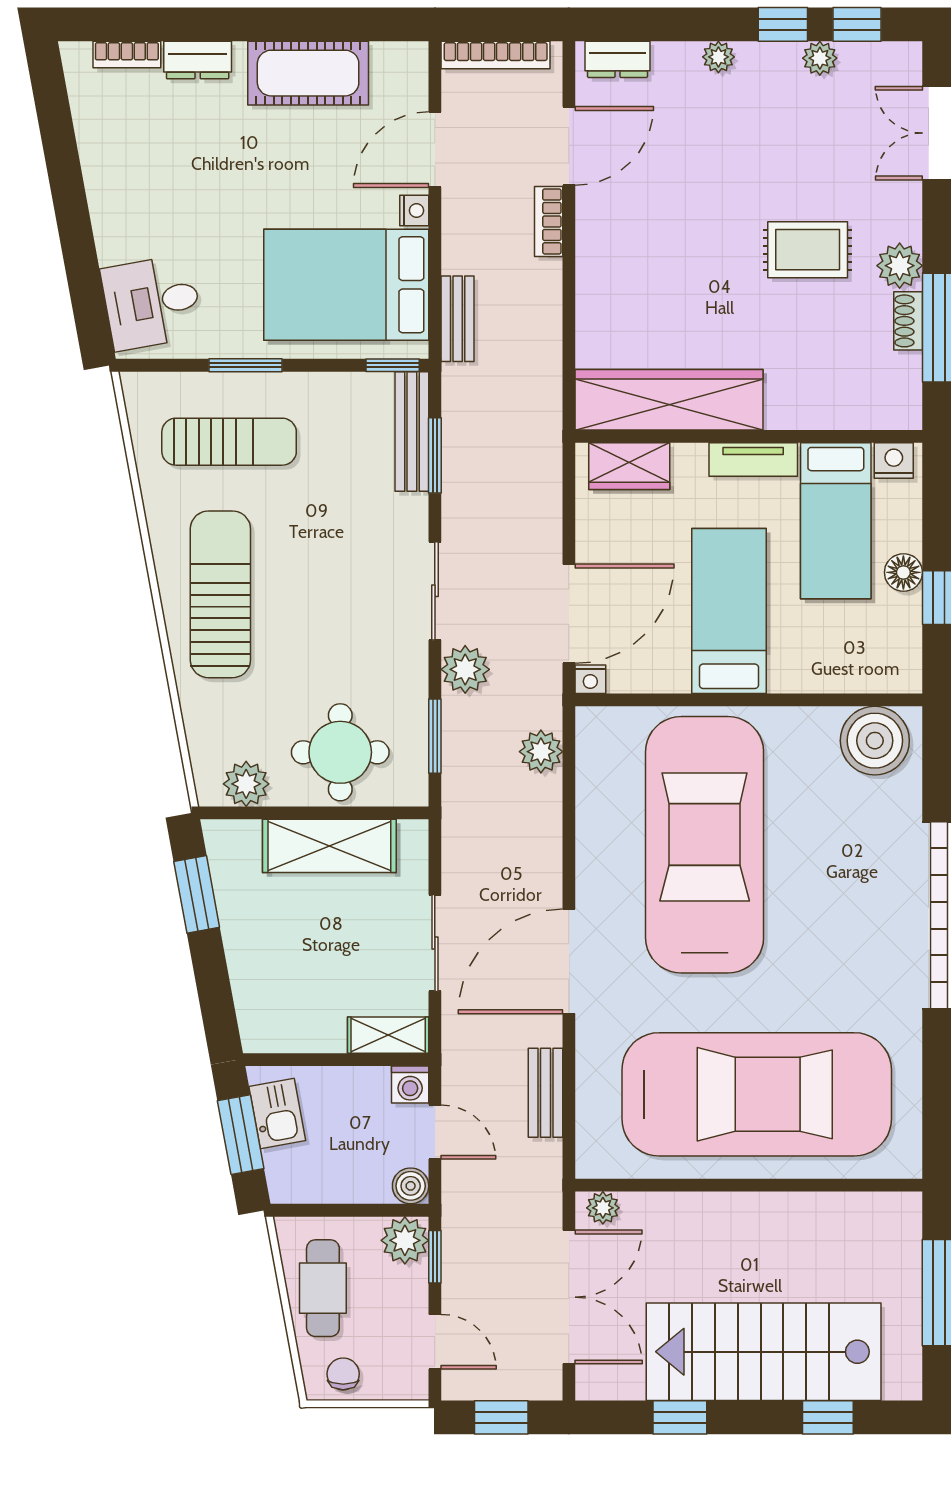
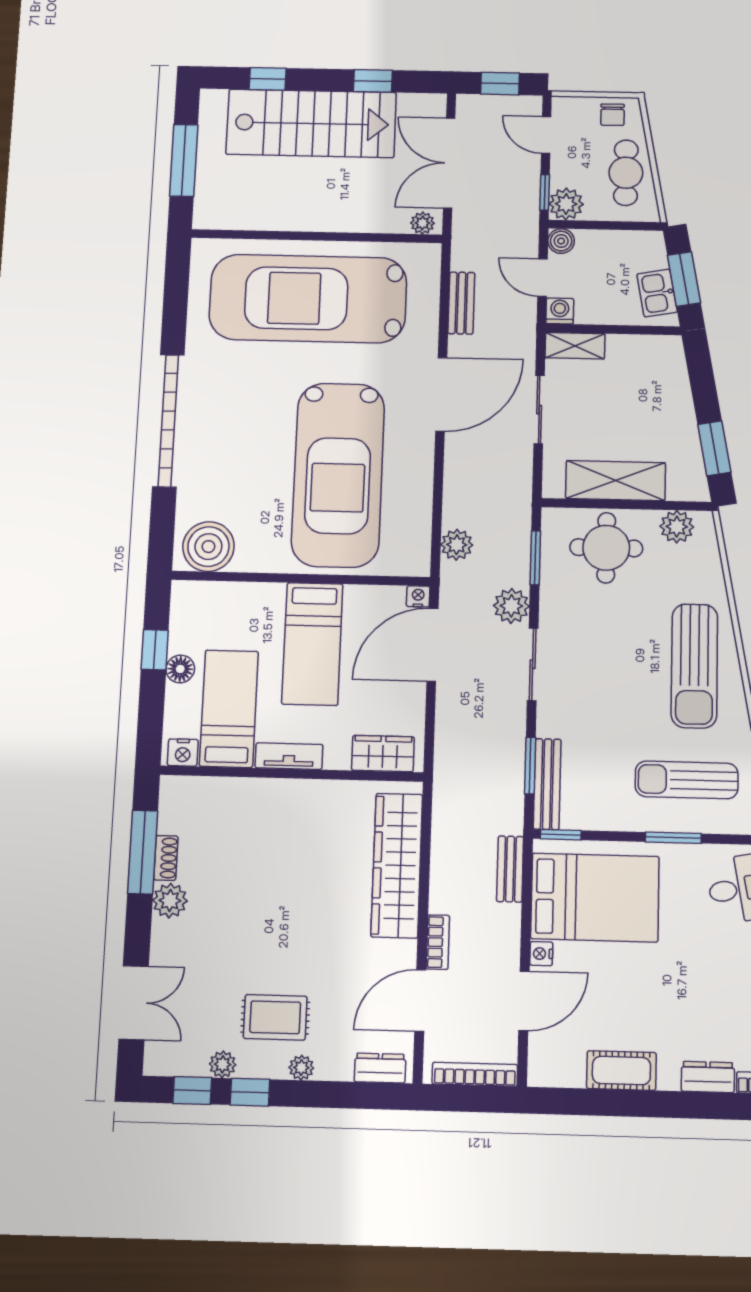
cot: (308, 73) -> (621, 1071), width x0.73, depth x0.75
rug: (808, 250) -> (275, 1017), moved
wardrobe: (669, 400) -> (397, 865), moved, turned 90

